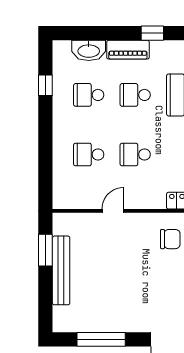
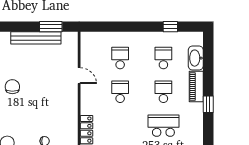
chair: (170, 239) -> (12, 87), moved, turned 180

